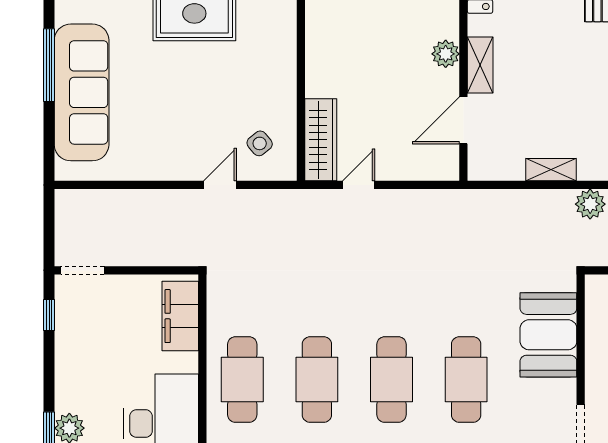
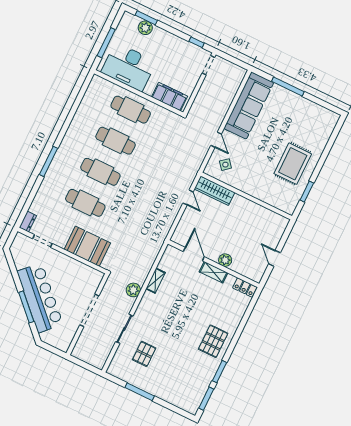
window: (49, 65) -> (288, 87), moved
sofa: (82, 92) -> (249, 106), moved, turned -90

